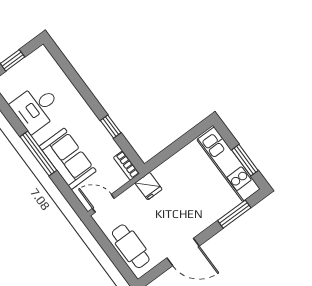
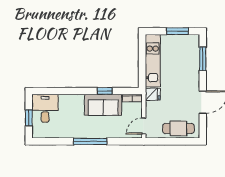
desk: (36, 108) -> (45, 108), moved, turned 180
sofa: (68, 159) -> (103, 105), moved, turned 180
kitchen unit: (229, 164) -> (153, 61), moved, turned -90

